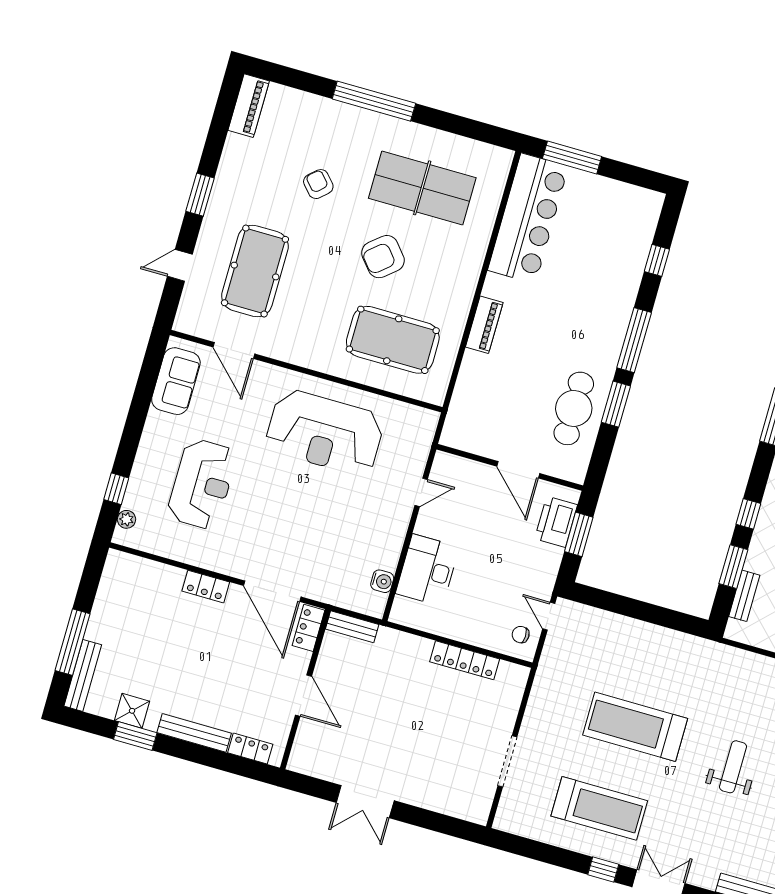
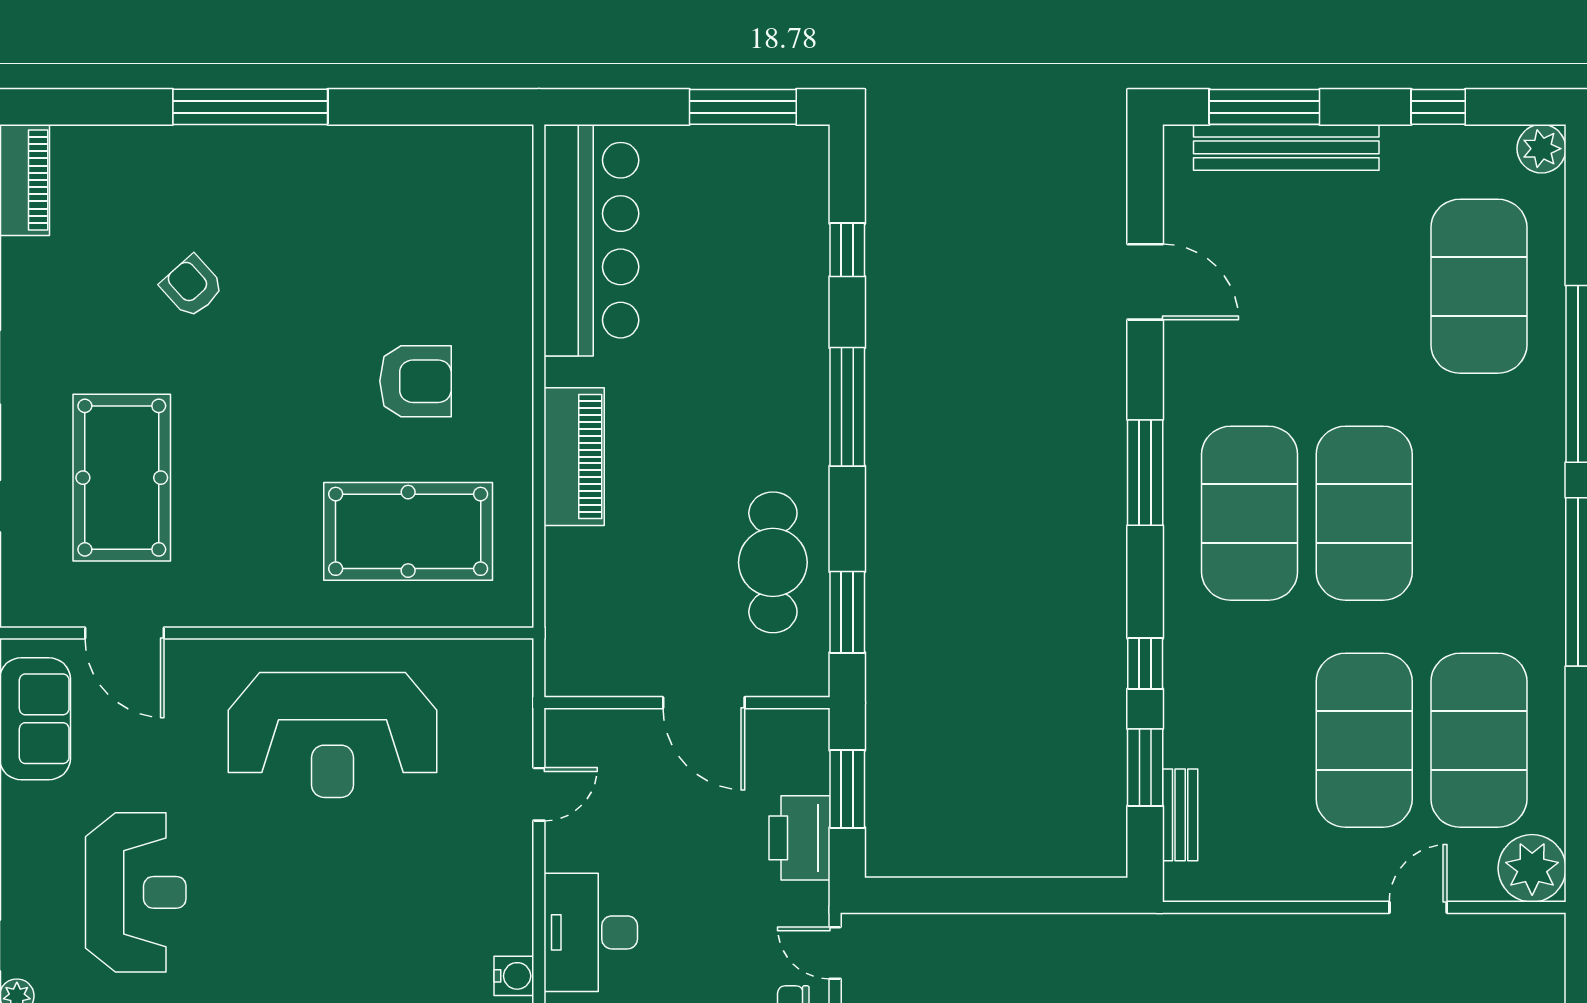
window: (572, 158) -> (743, 107), moved
table tennis table: (422, 188) -> (383, 240), removed
armchair: (383, 257) -> (415, 381), moved, turned -140
piano: (484, 325) -> (574, 457), width x1.37, depth x1.33
window: (616, 404) -> (847, 612), moved
printer: (556, 522) -> (799, 838), moved

